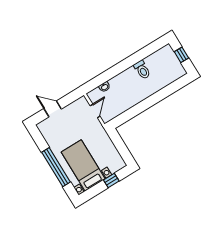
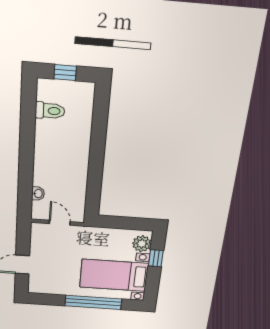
toilet: (142, 70) -> (50, 111), moved
plant: (115, 165) -> (142, 244), added

